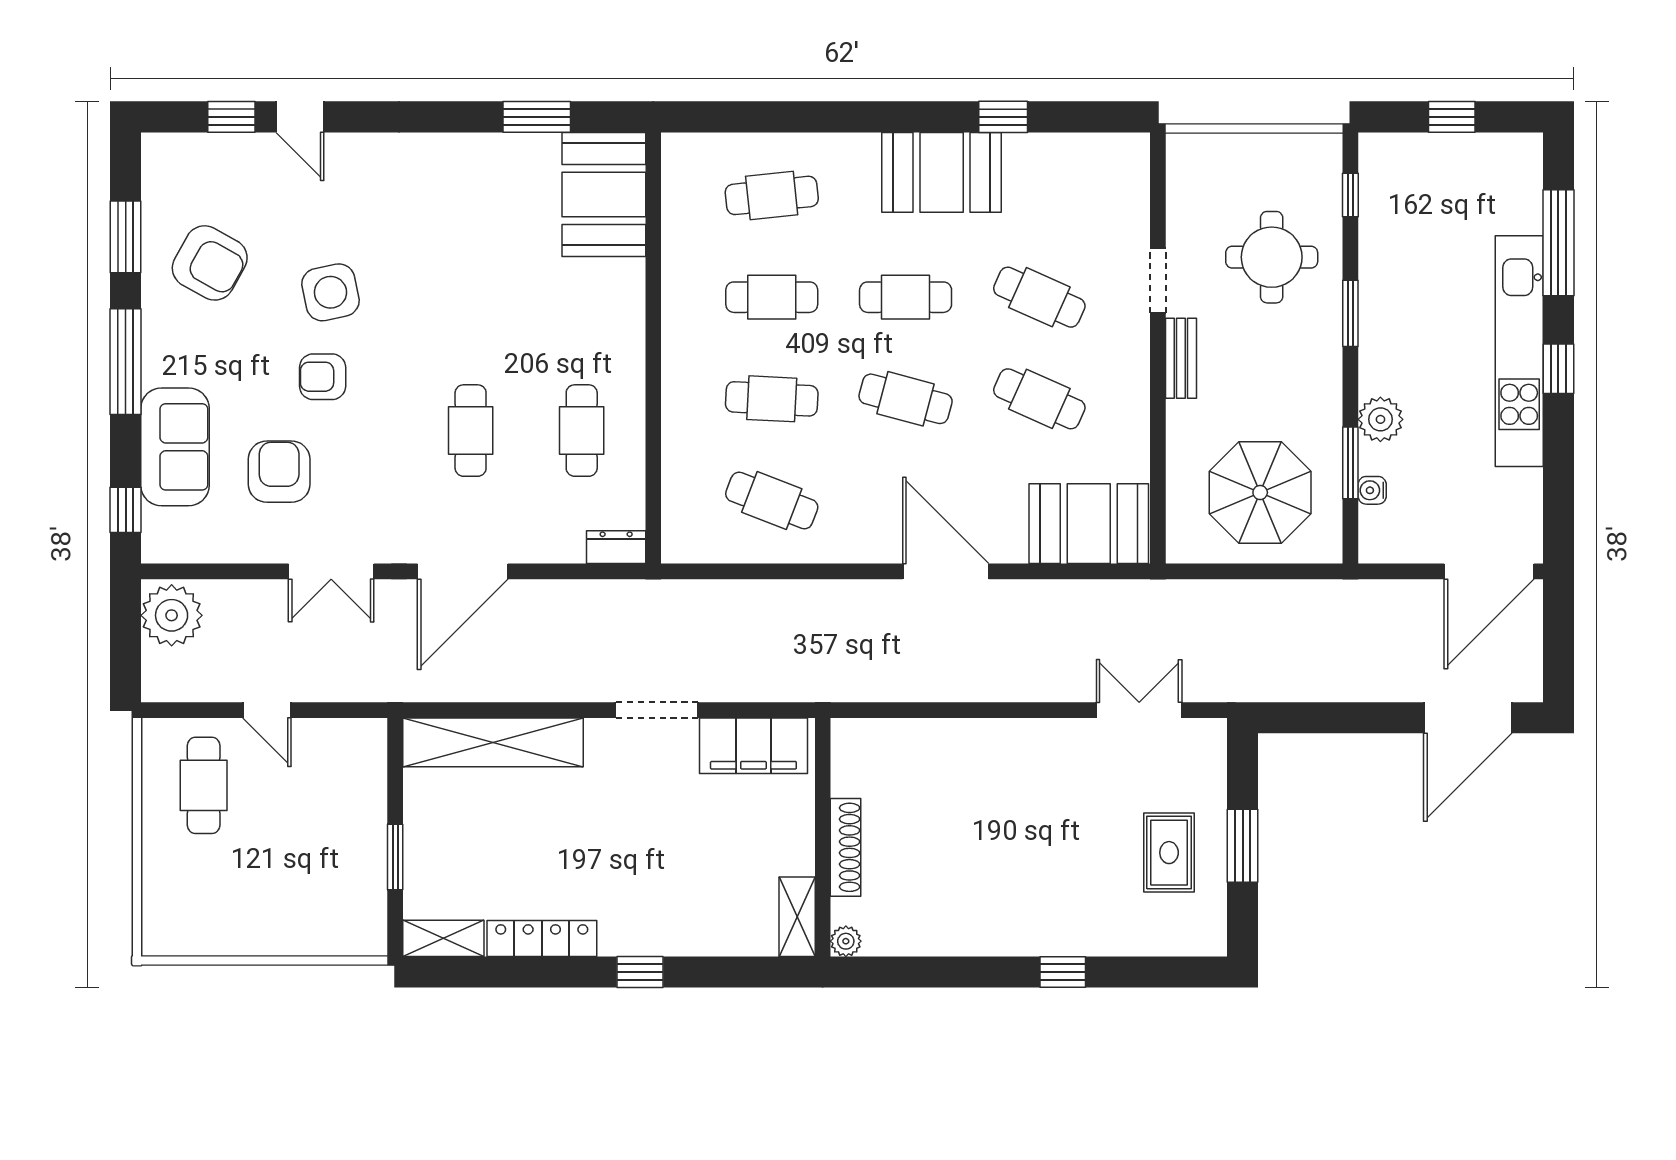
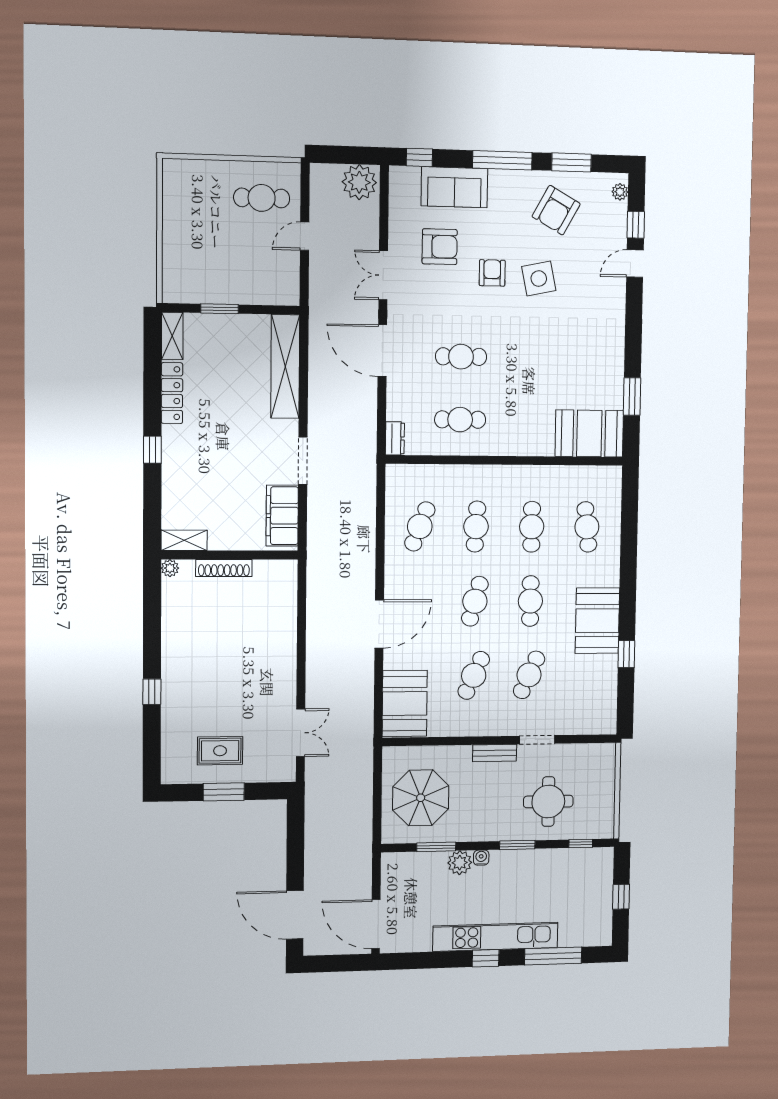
plant: (174, 147) -> (620, 192), added
water cooler: (1372, 490) -> (481, 858), moved

